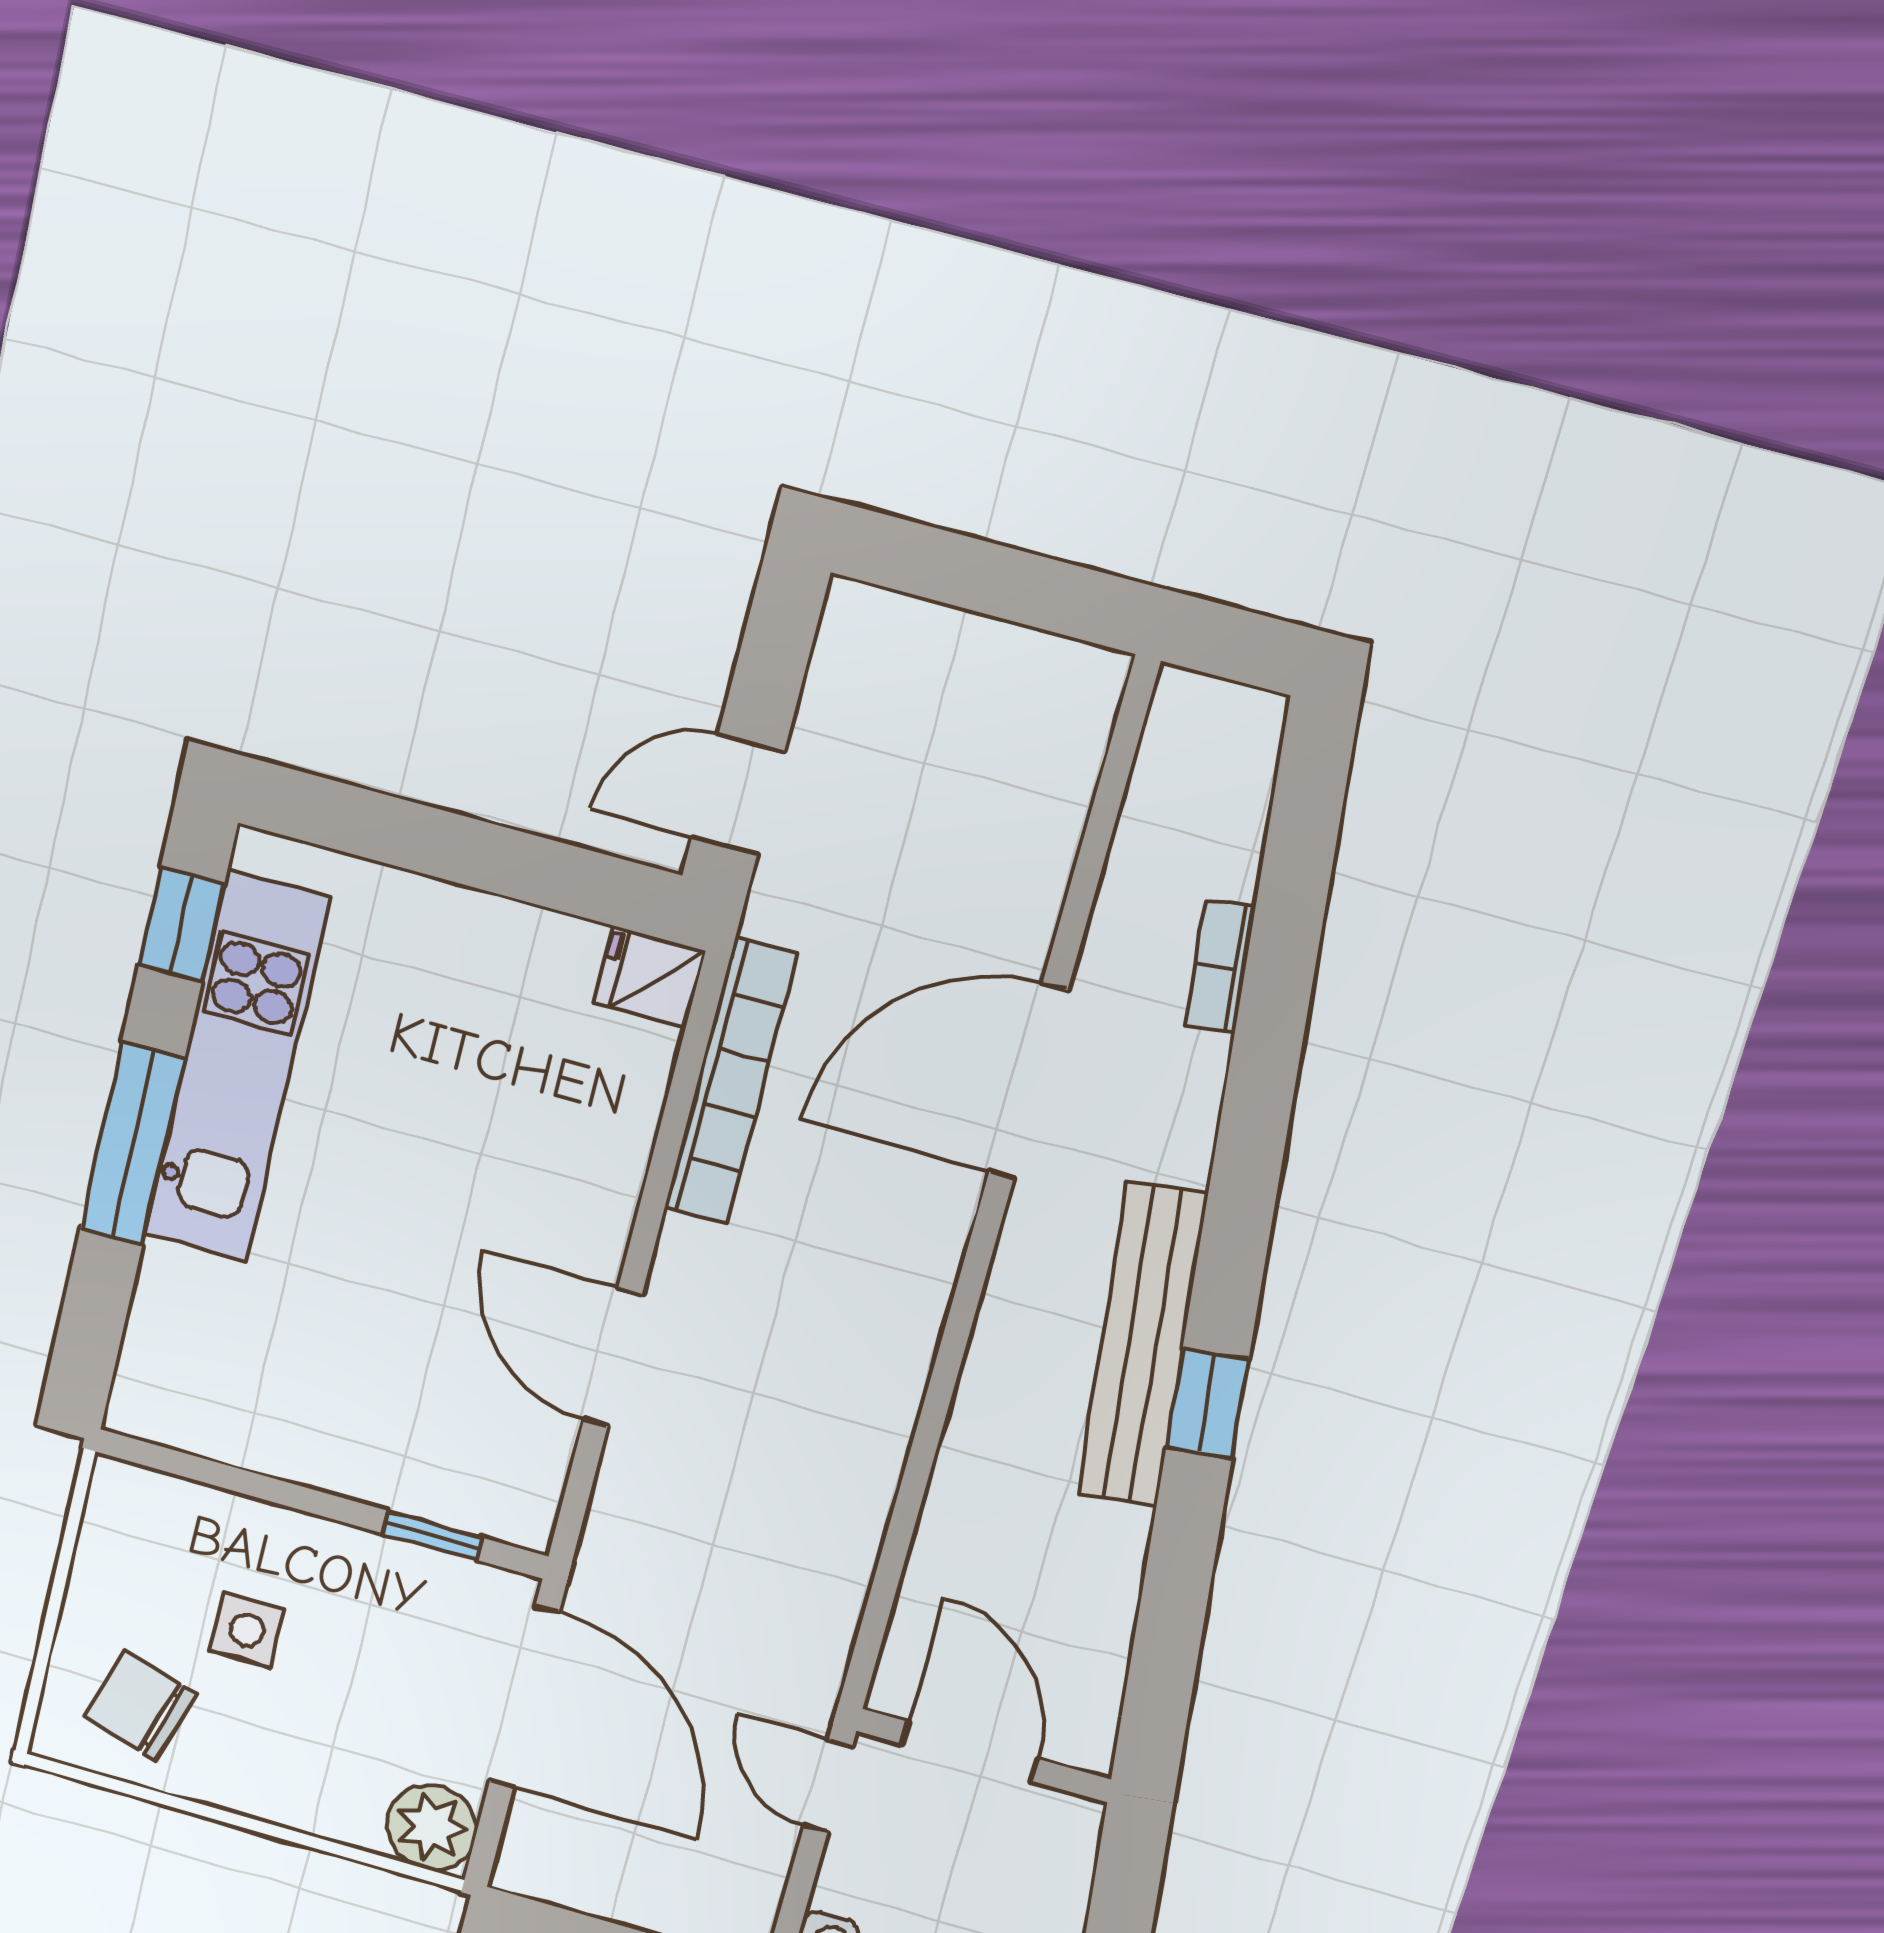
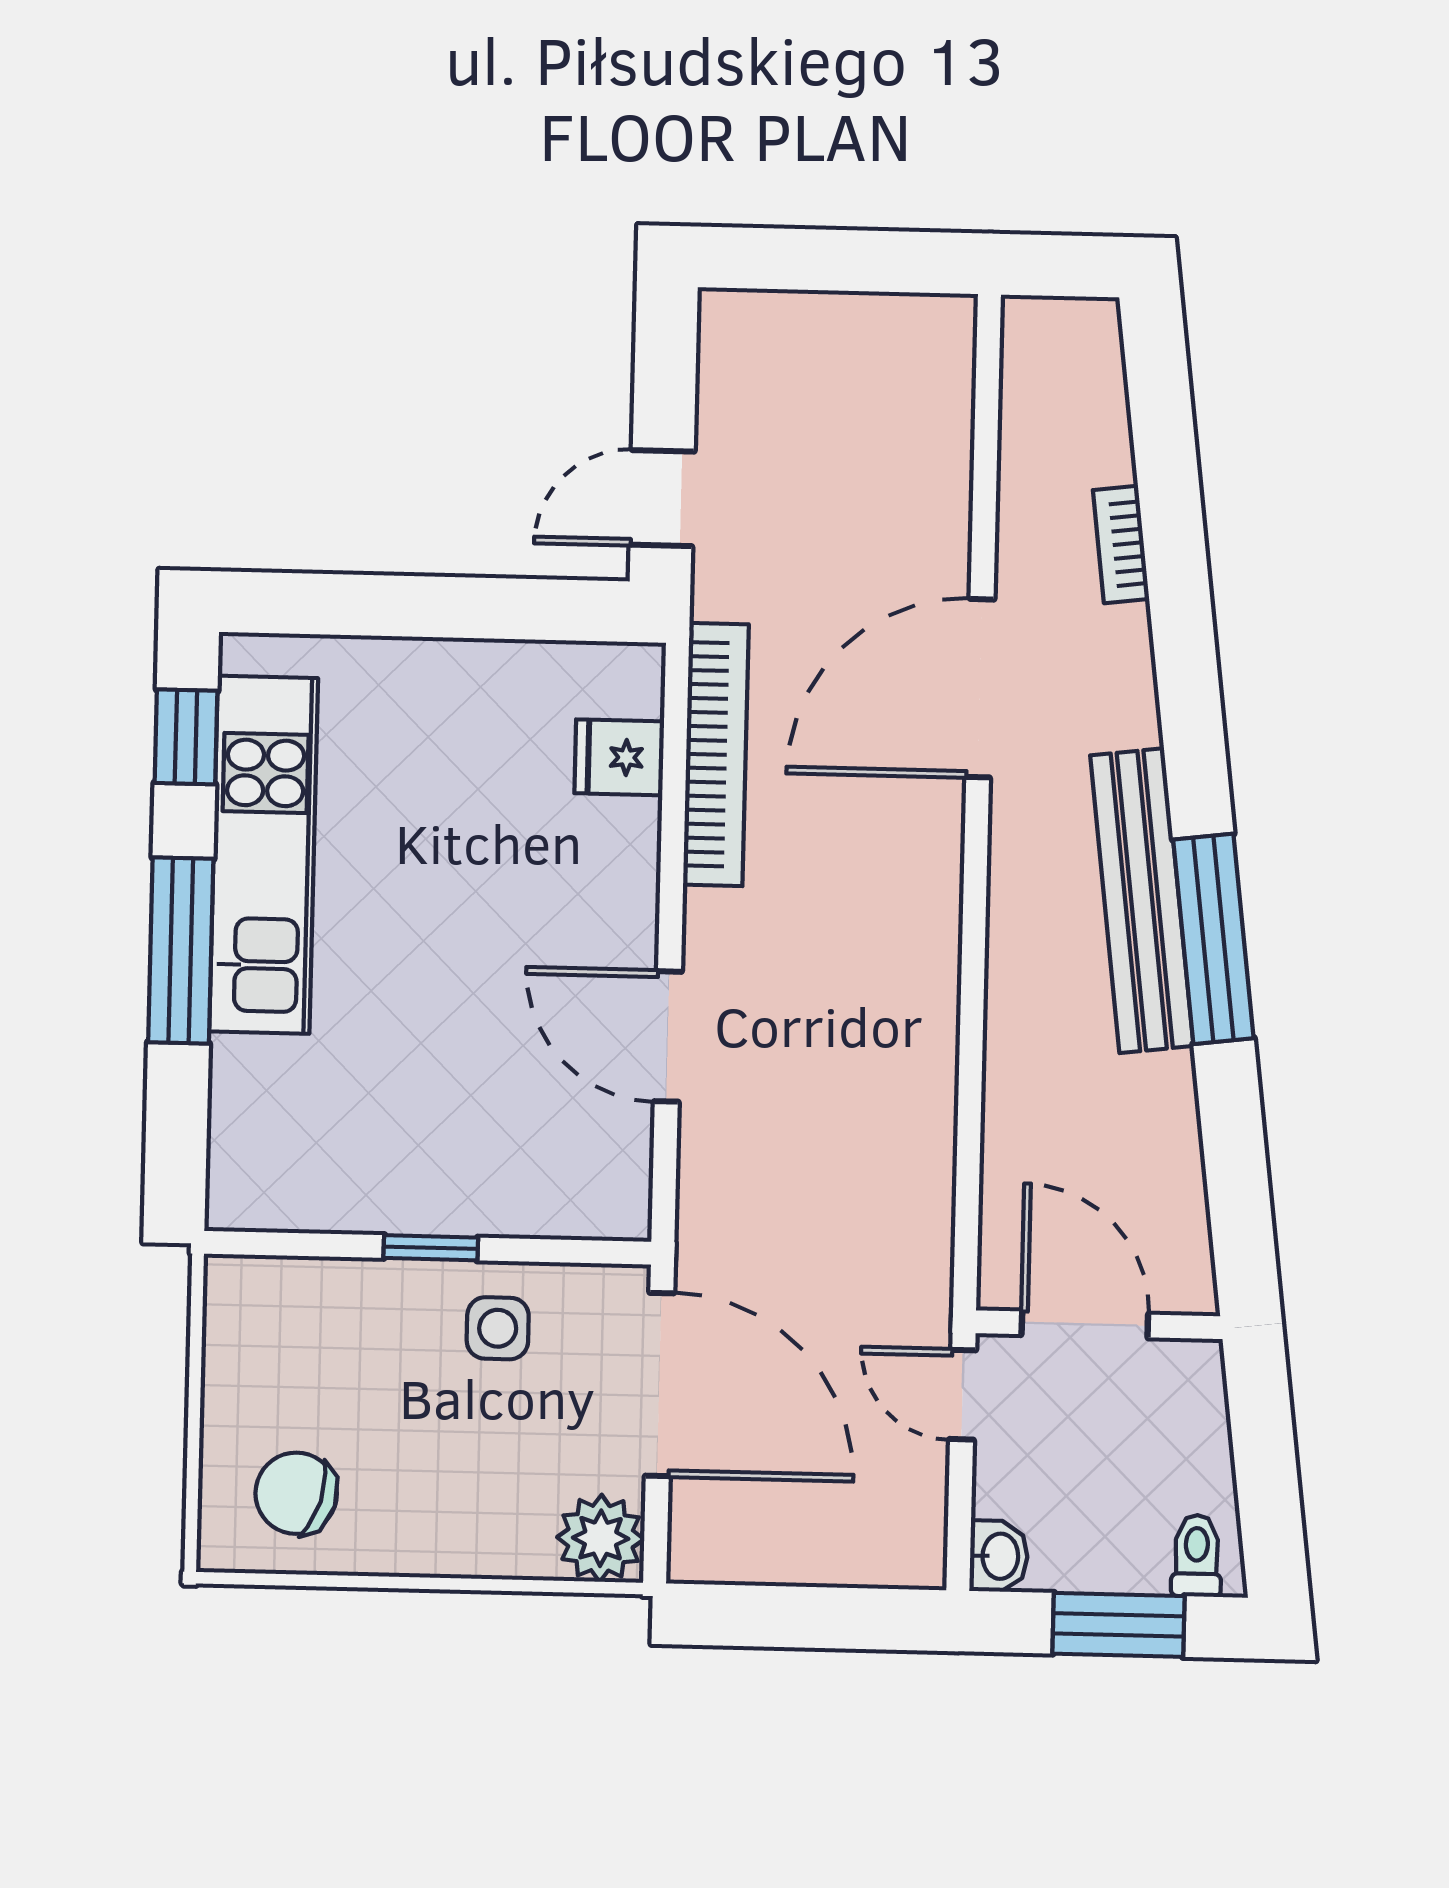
fridge: (650, 977) -> (619, 757), moved
window: (1207, 1404) -> (1213, 939), width x2.17
window: (432, 1535) -> (431, 1248), moved
side table: (247, 1630) -> (498, 1328), moved

